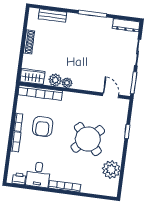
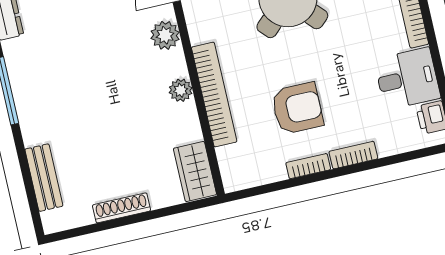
plant: (55, 80) -> (165, 35), moved
bookcase: (40, 93) -> (214, 94), moved

